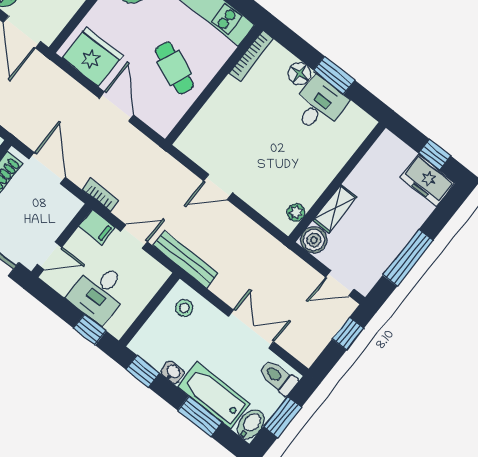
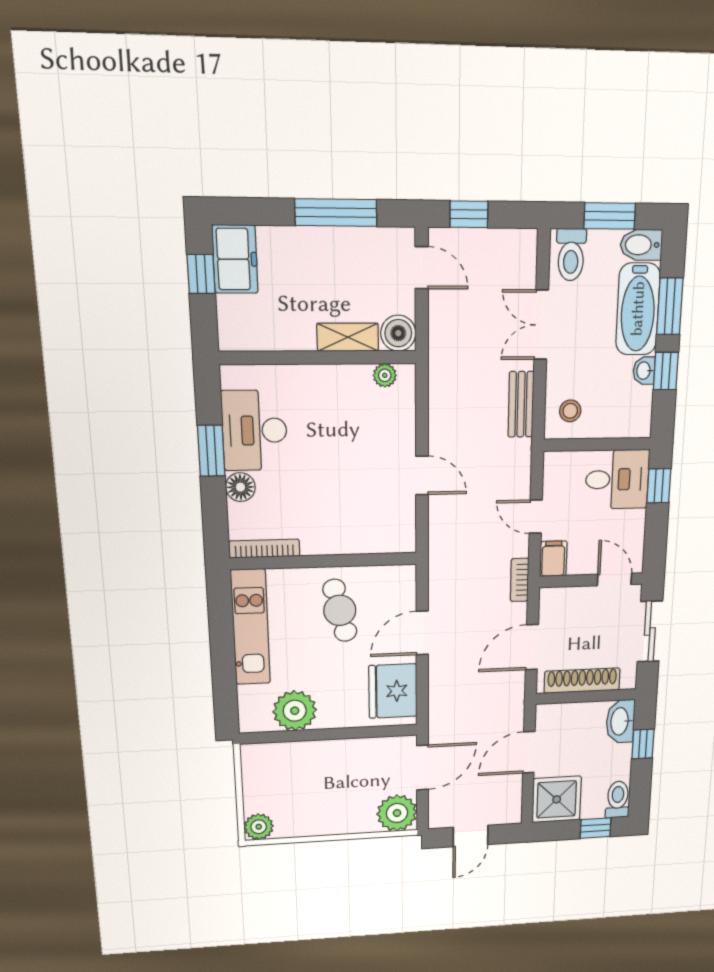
cafe table: (174, 68) -> (340, 610), turned -36
desk: (319, 105) -> (255, 430), width x1.37
bench: (186, 259) -> (521, 404), moved, width x0.73
desk: (99, 292) -> (617, 479), moved
window: (143, 371) -> (666, 371), moved

